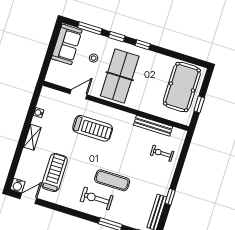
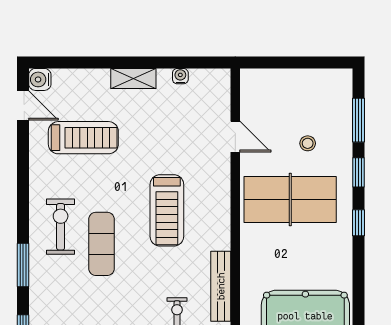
sofa: (67, 44) -> (317, 88), removed
treadmill: (93, 128) -> (167, 210), moved

